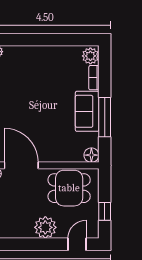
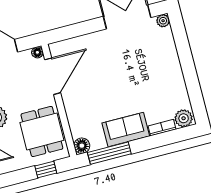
window: (105, 117) -> (109, 153), moved
window: (105, 211) -> (46, 169), moved

